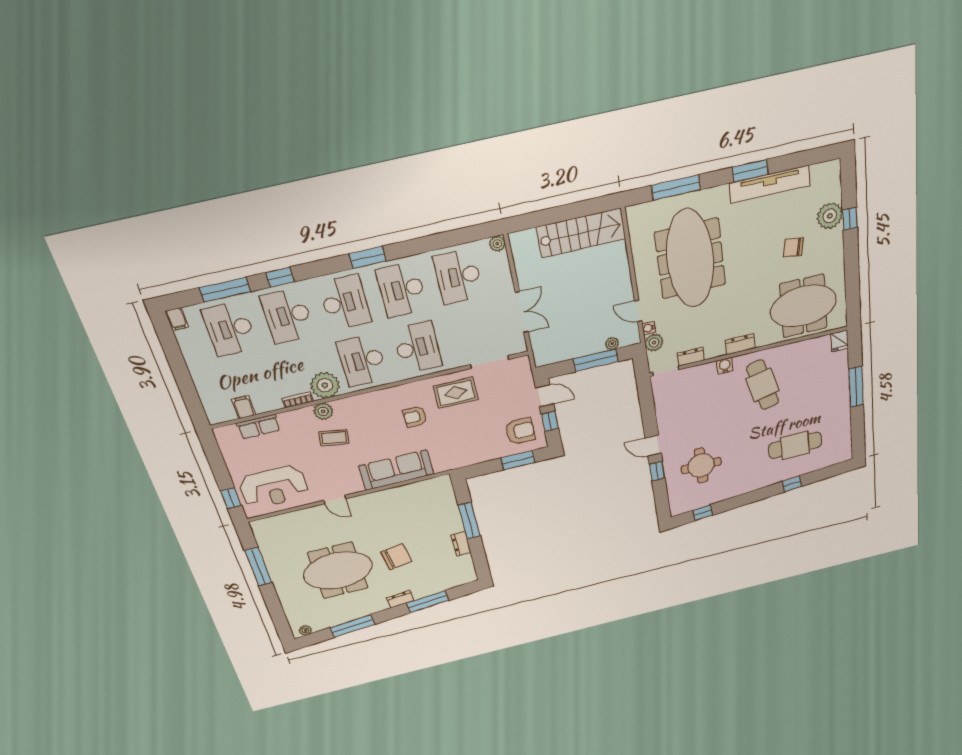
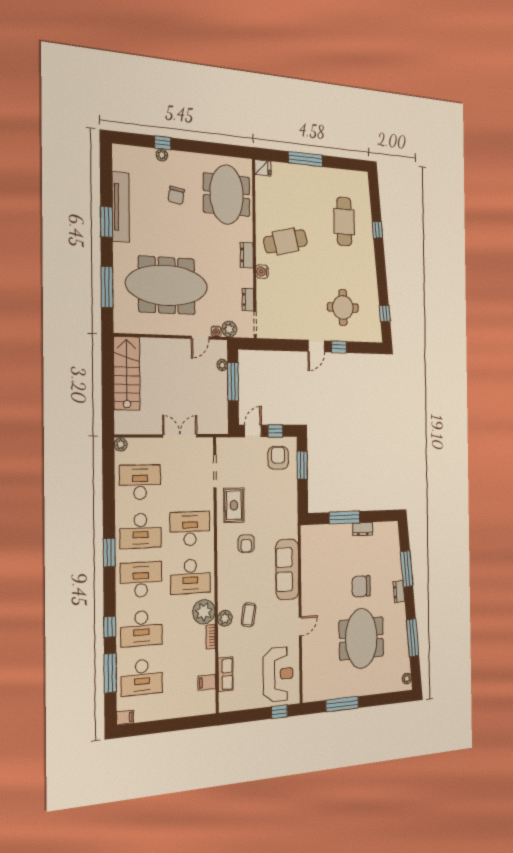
plant: (830, 216) -> (162, 155), width x0.53, depth x0.53
desk: (458, 277) -> (140, 482), turned 180
chair: (396, 557) -> (361, 586), turned -81

